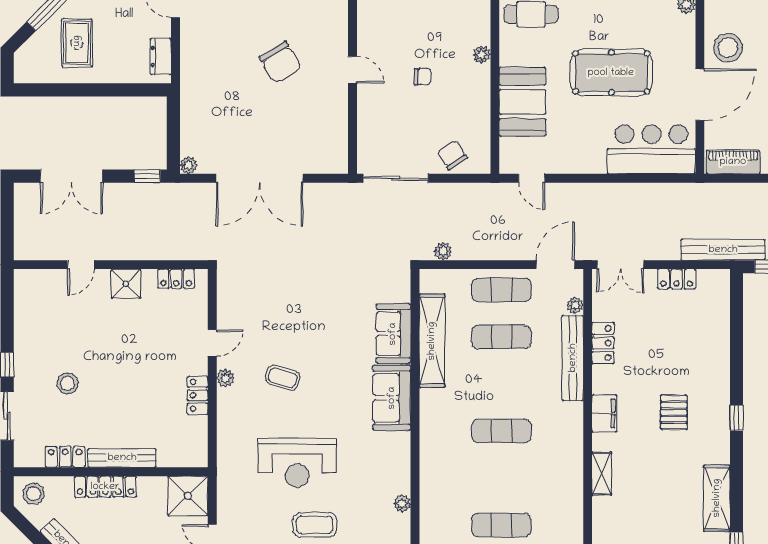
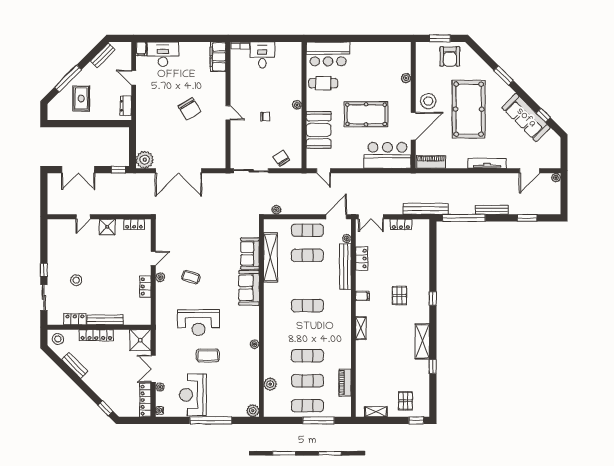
plant: (189, 165) -> (145, 160), width x1.88, depth x1.88
filing cabinet: (604, 413) -> (362, 296), width x0.50

